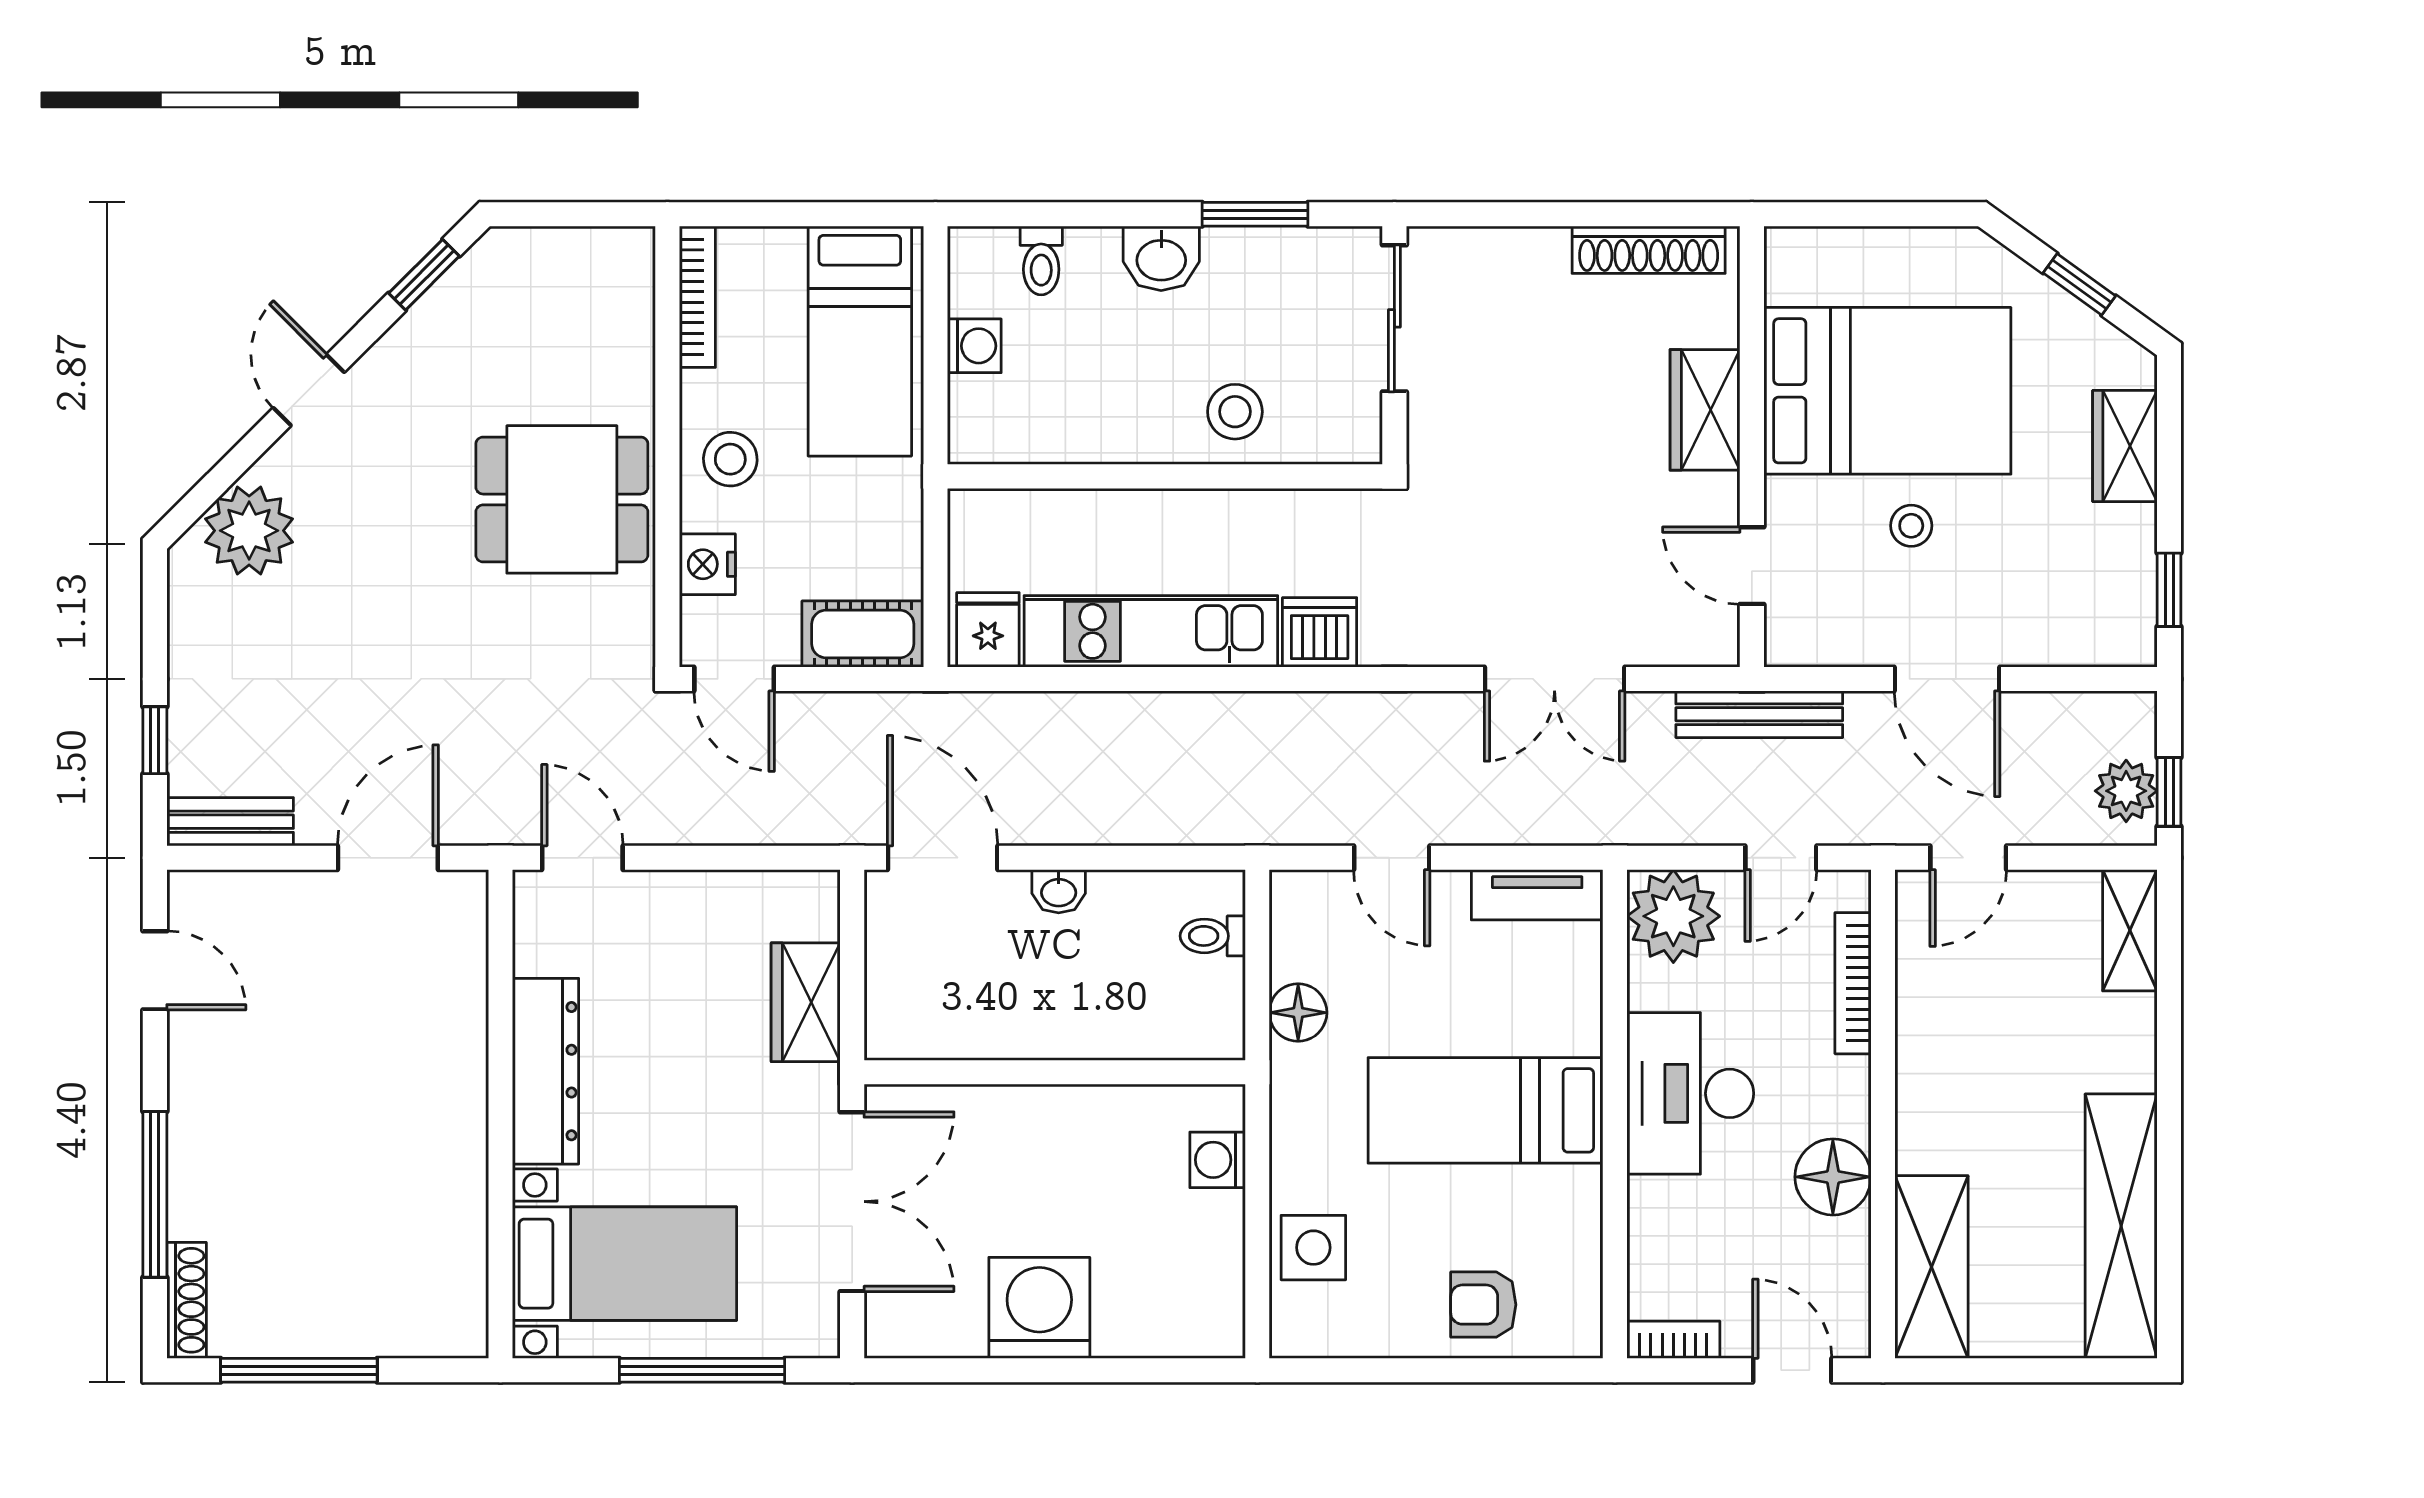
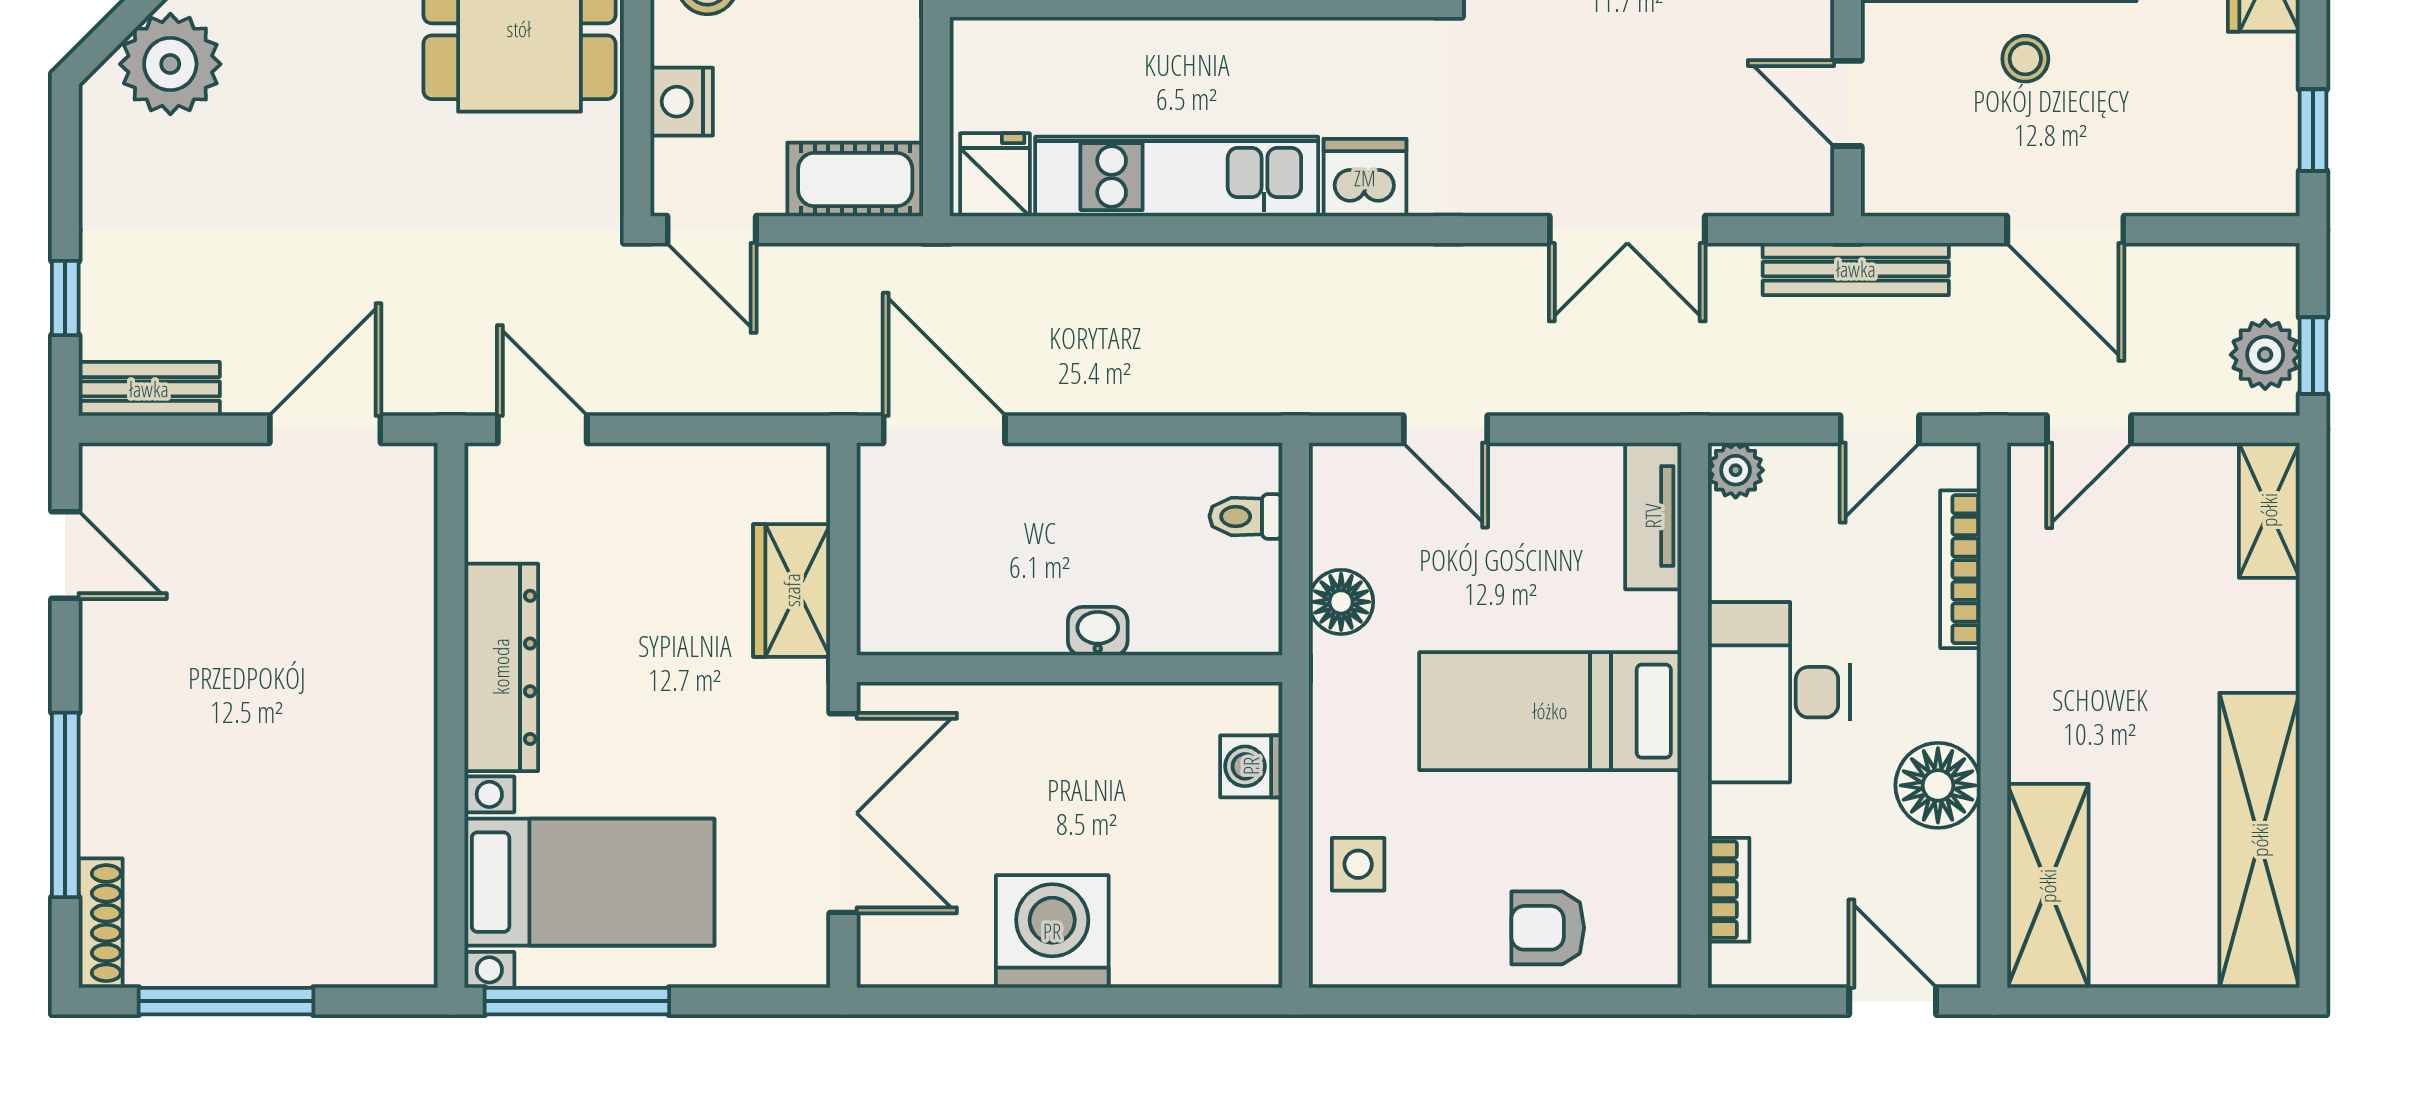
washbasin: (1059, 891) -> (1098, 631), moved, turned 180
tv unit: (1537, 895) -> (1653, 516), moved, turned 90
plant: (1673, 916) -> (1736, 470), width x0.53, depth x0.53
side table: (1313, 1248) -> (1358, 864), width x0.73, depth x0.73
bookcase: (1673, 1340) -> (1729, 890), moved, turned 90
window: (702, 1370) -> (577, 1001), moved

